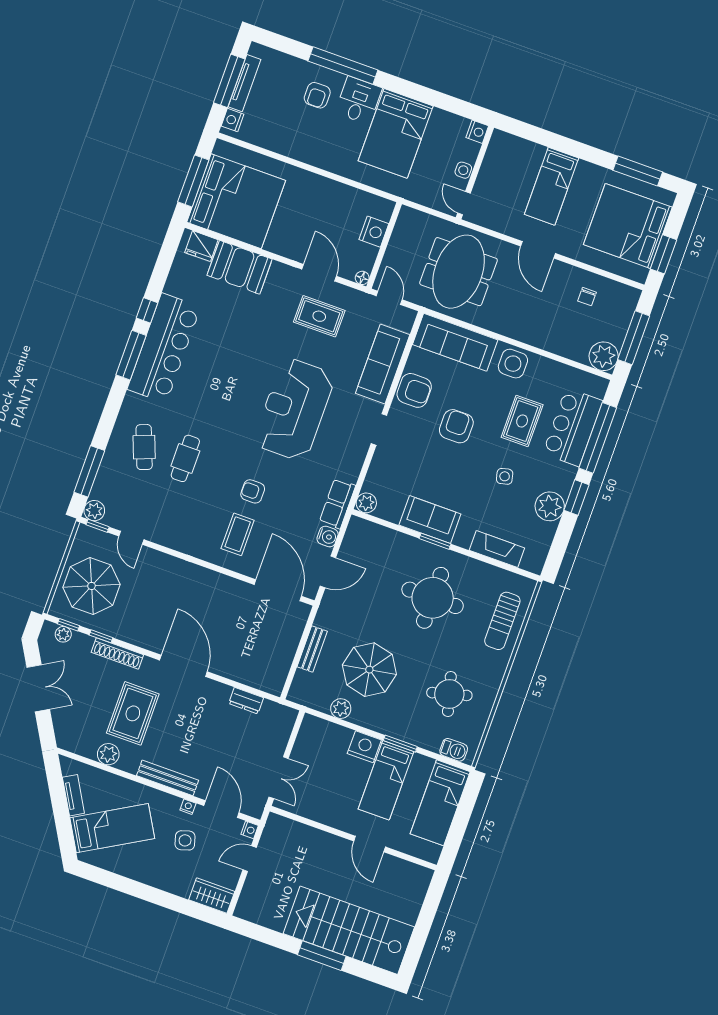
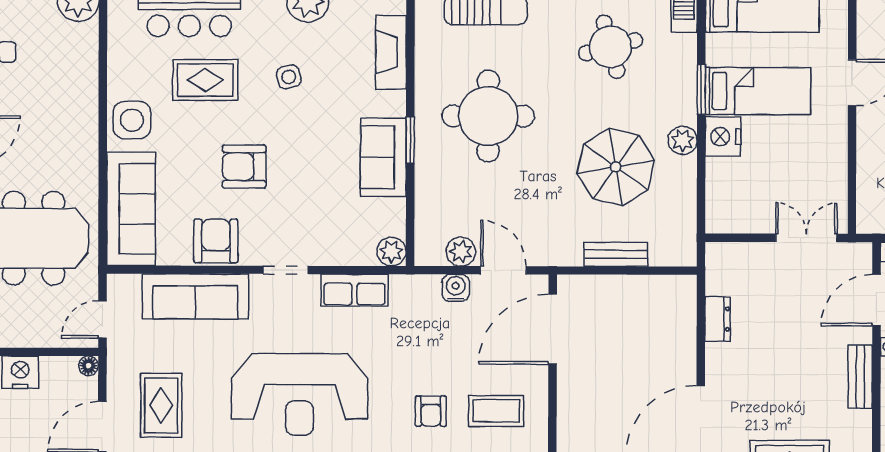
row of seats: (337, 504) -> (354, 290), moved
plant: (350, 548) -> (461, 252), added
plant: (341, 709) -> (683, 140), moved
bench: (168, 778) -> (860, 377), width x0.73

